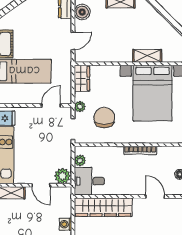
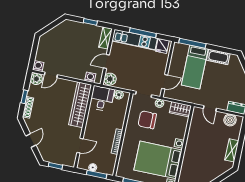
shelving: (147, 56) -> (187, 162), removed
door: (51, 106) -> (165, 82), hinge flipped
chair: (104, 118) -> (147, 120), turned 180
washing machine: (65, 224) -> (90, 77), moved

